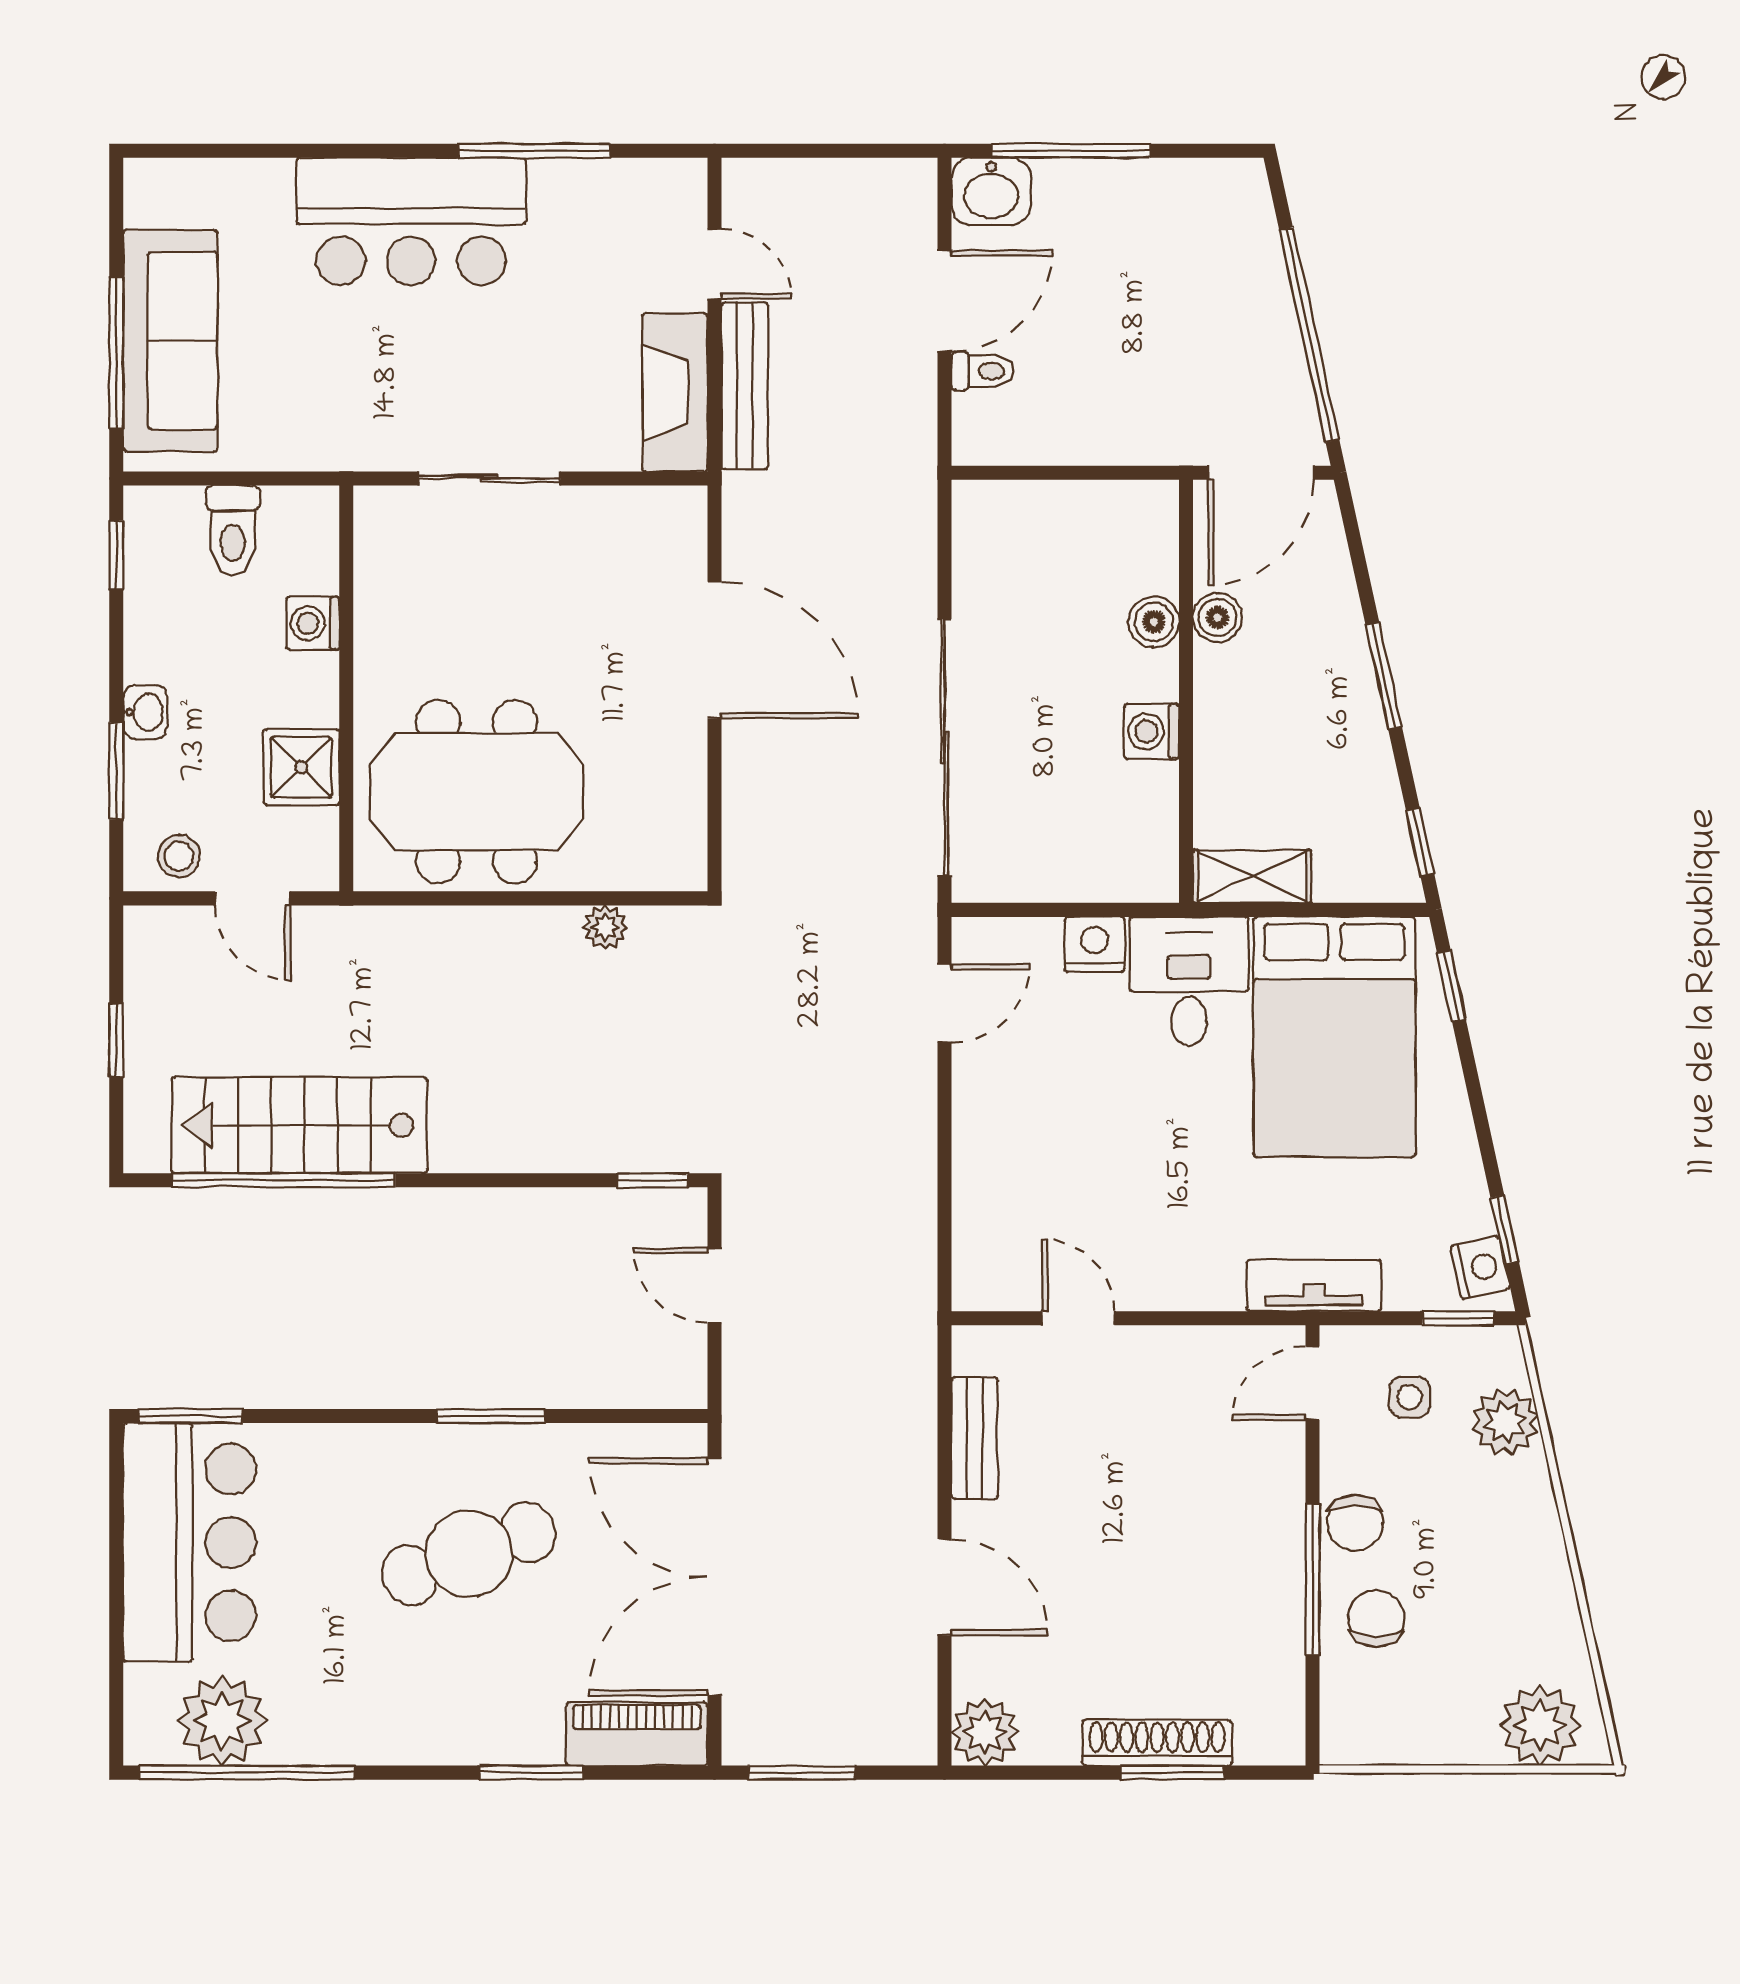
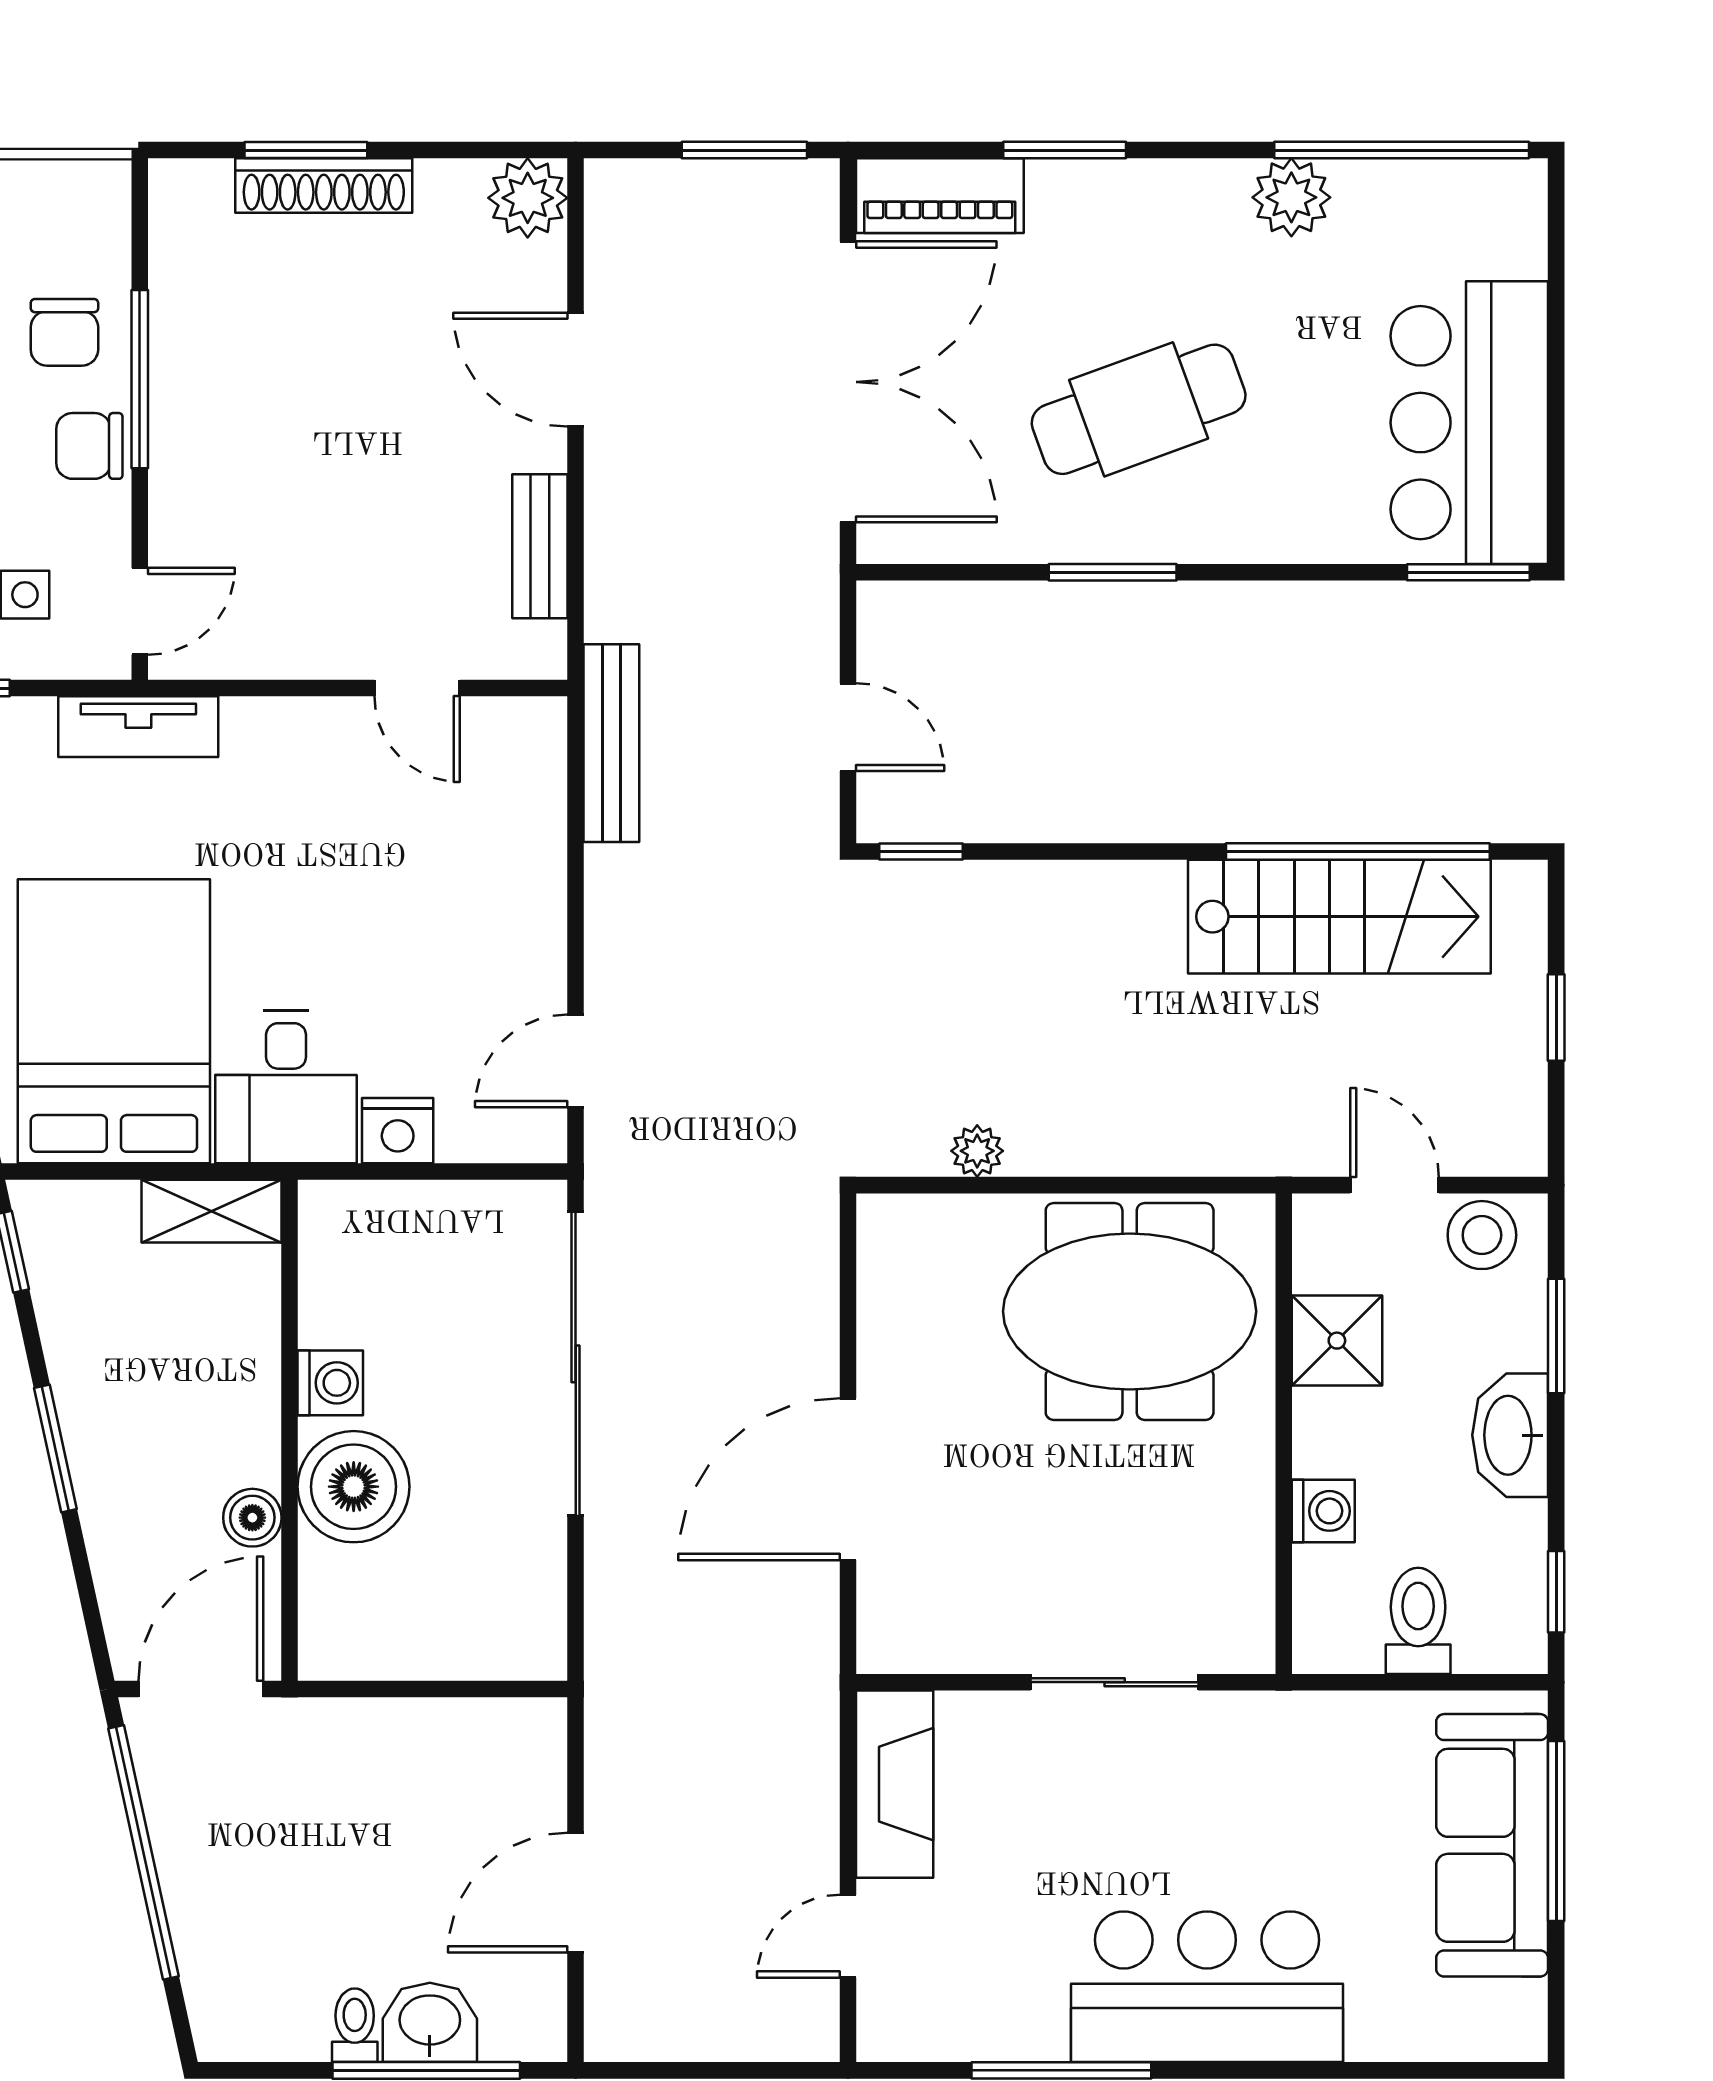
washbasin: (991, 191) -> (430, 2022), moved
door: (714, 264) -> (848, 1936), hinge flipped
toilet: (983, 371) -> (355, 2025), moved, turned 90
bench: (745, 386) -> (611, 743), moved
boiler: (1154, 622) -> (354, 1487), width x1.86, depth x1.86
door: (714, 650) -> (848, 1479), hinge flipped
washbasin: (145, 712) -> (1510, 1435), width x1.91, depth x1.45
stool: (179, 856) -> (1482, 1235), width x1.37, depth x1.37
chair: (1355, 1523) -> (89, 446), turned -90
plant: (222, 1721) -> (1291, 197), moved, width x0.73, depth x0.73

